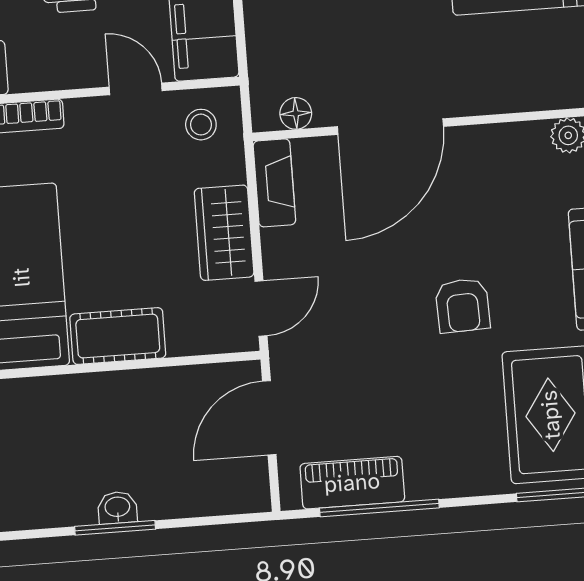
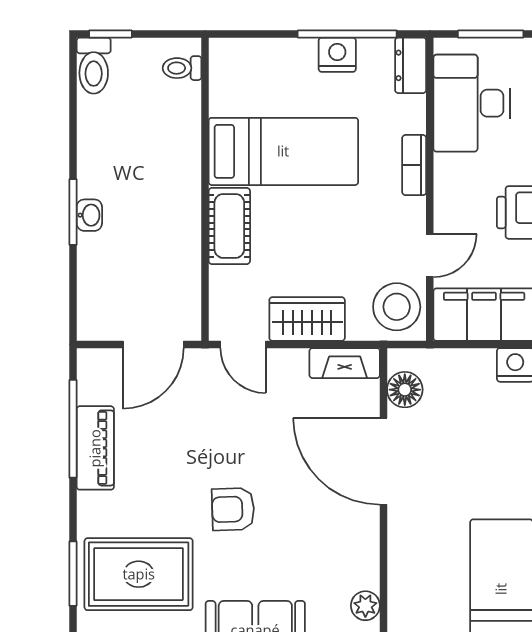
floor lamp: (296, 113) -> (405, 390), width x1.37, depth x1.37
stool: (201, 125) -> (397, 307), width x1.89, depth x1.89
door: (269, 418) -> (153, 344), swing flipped
piano: (352, 483) -> (95, 448), moved

